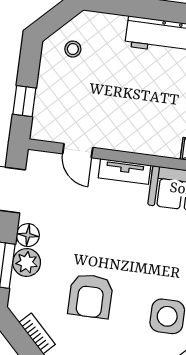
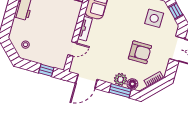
floor lamp: (28, 235) -> (132, 84), moved

